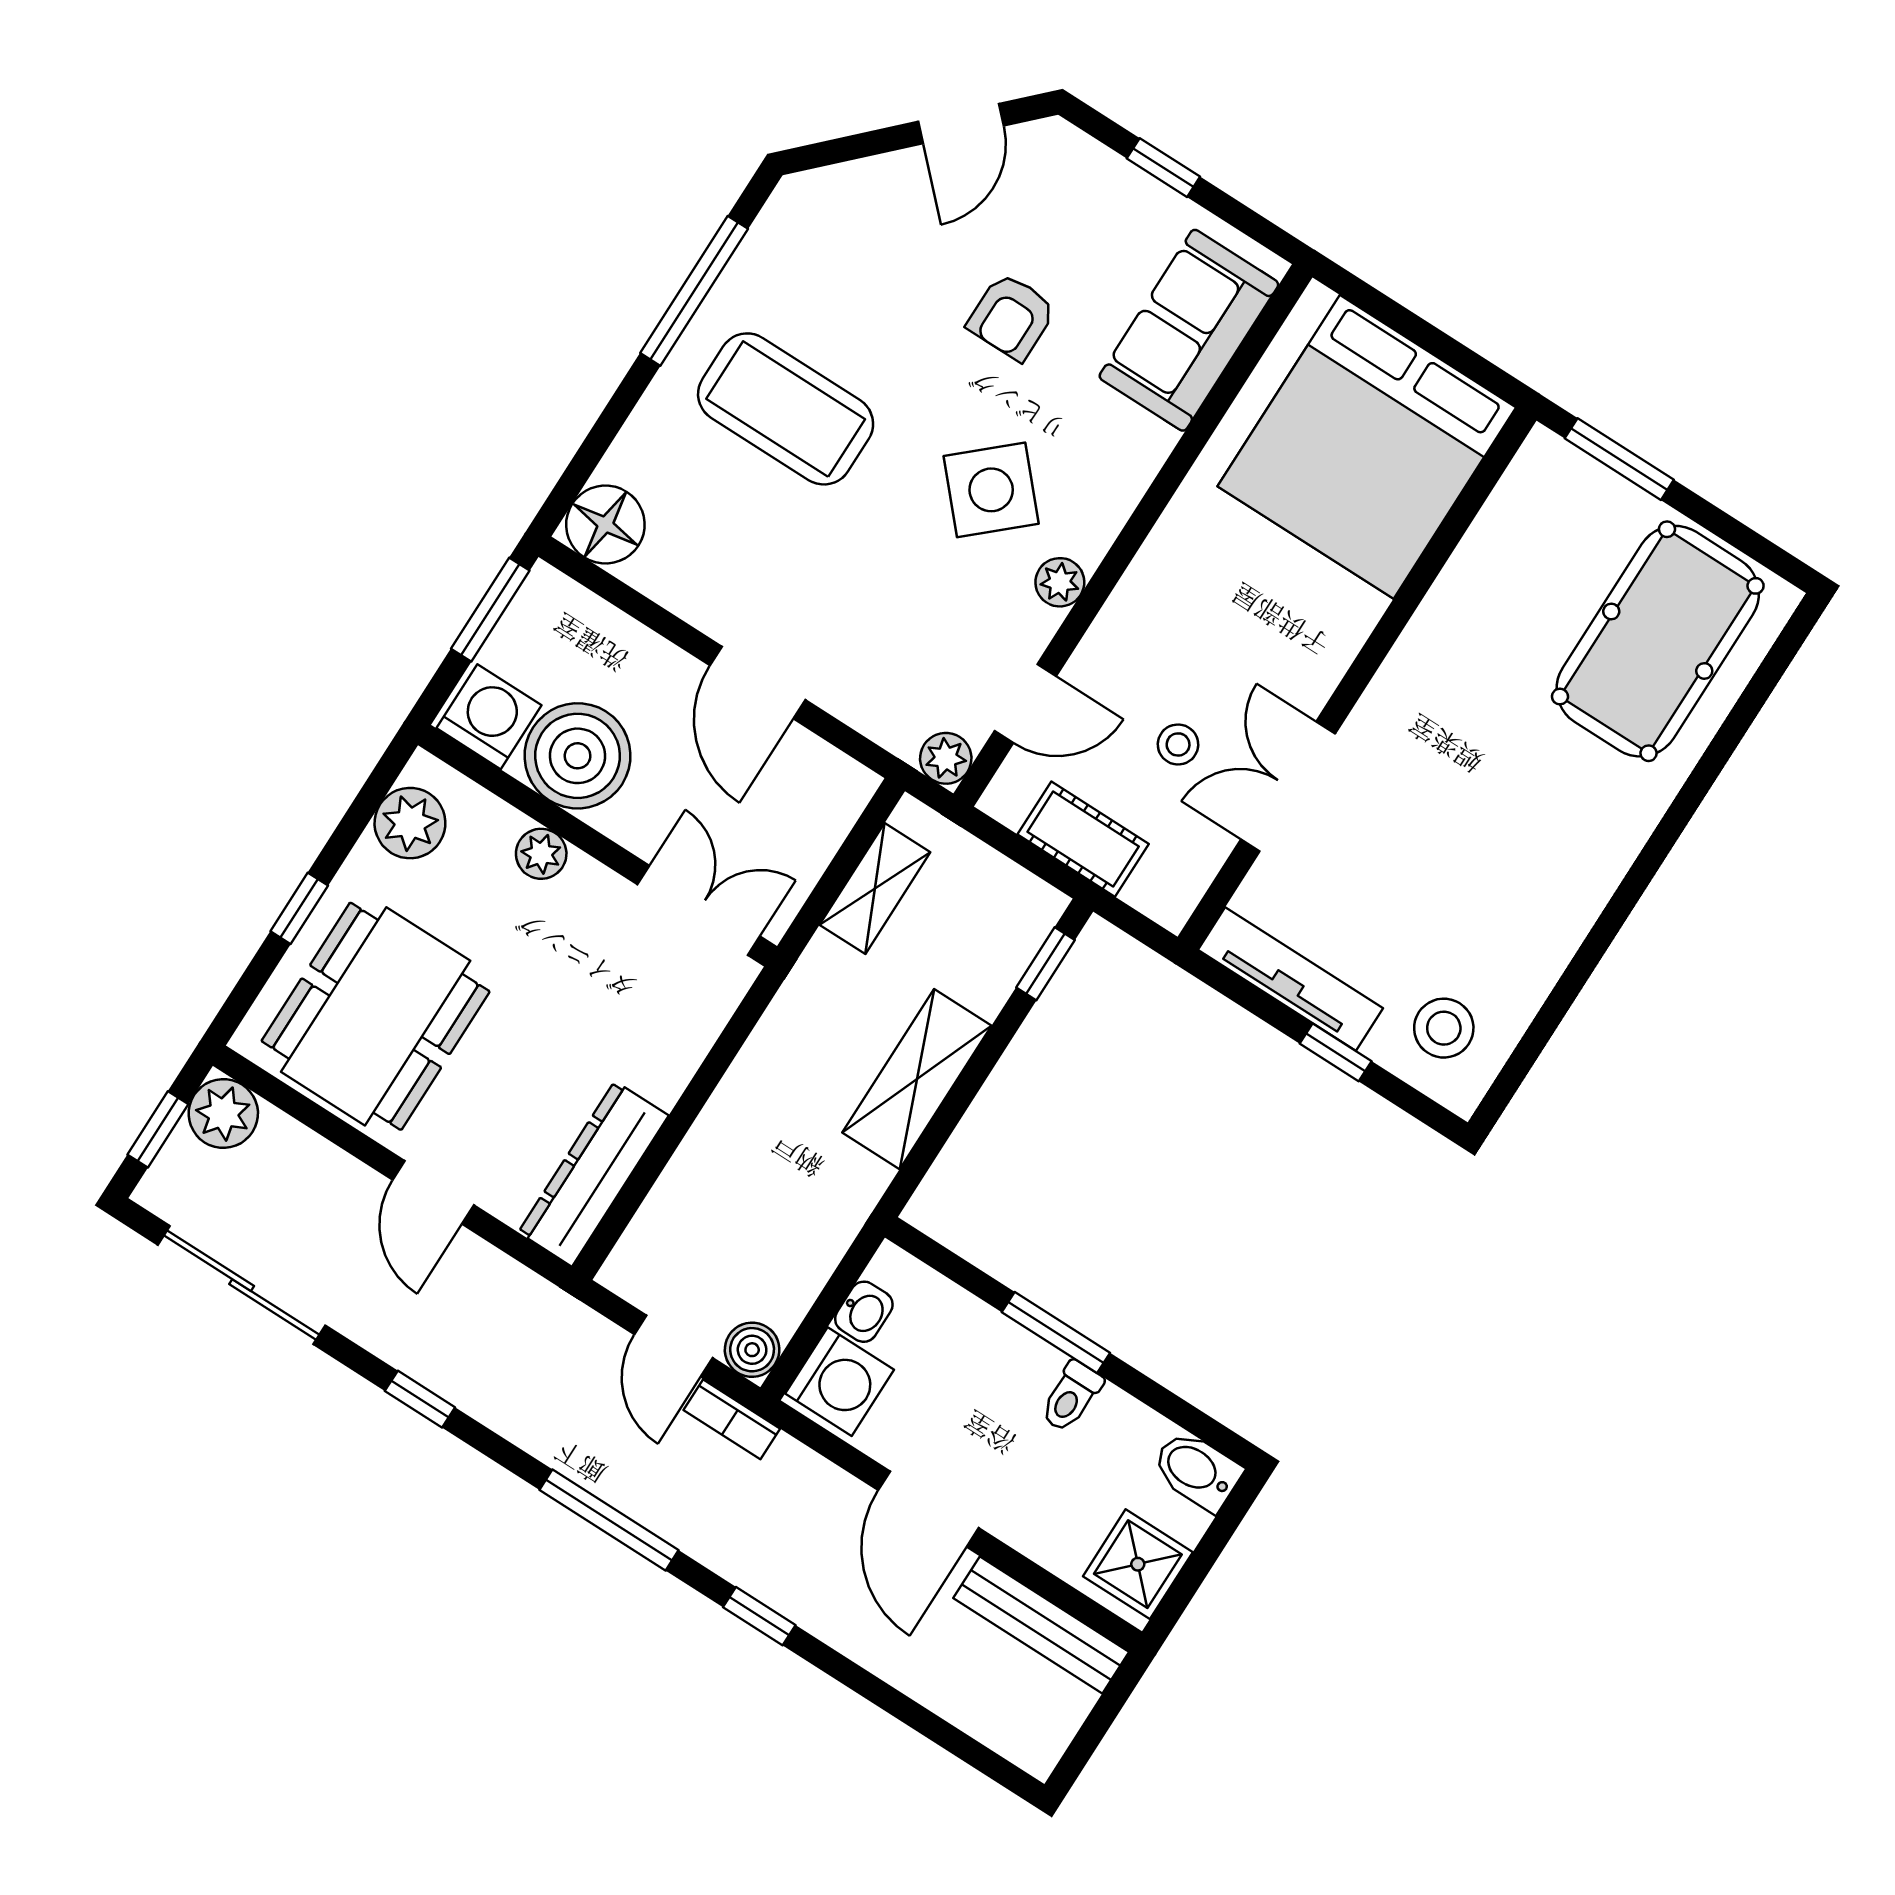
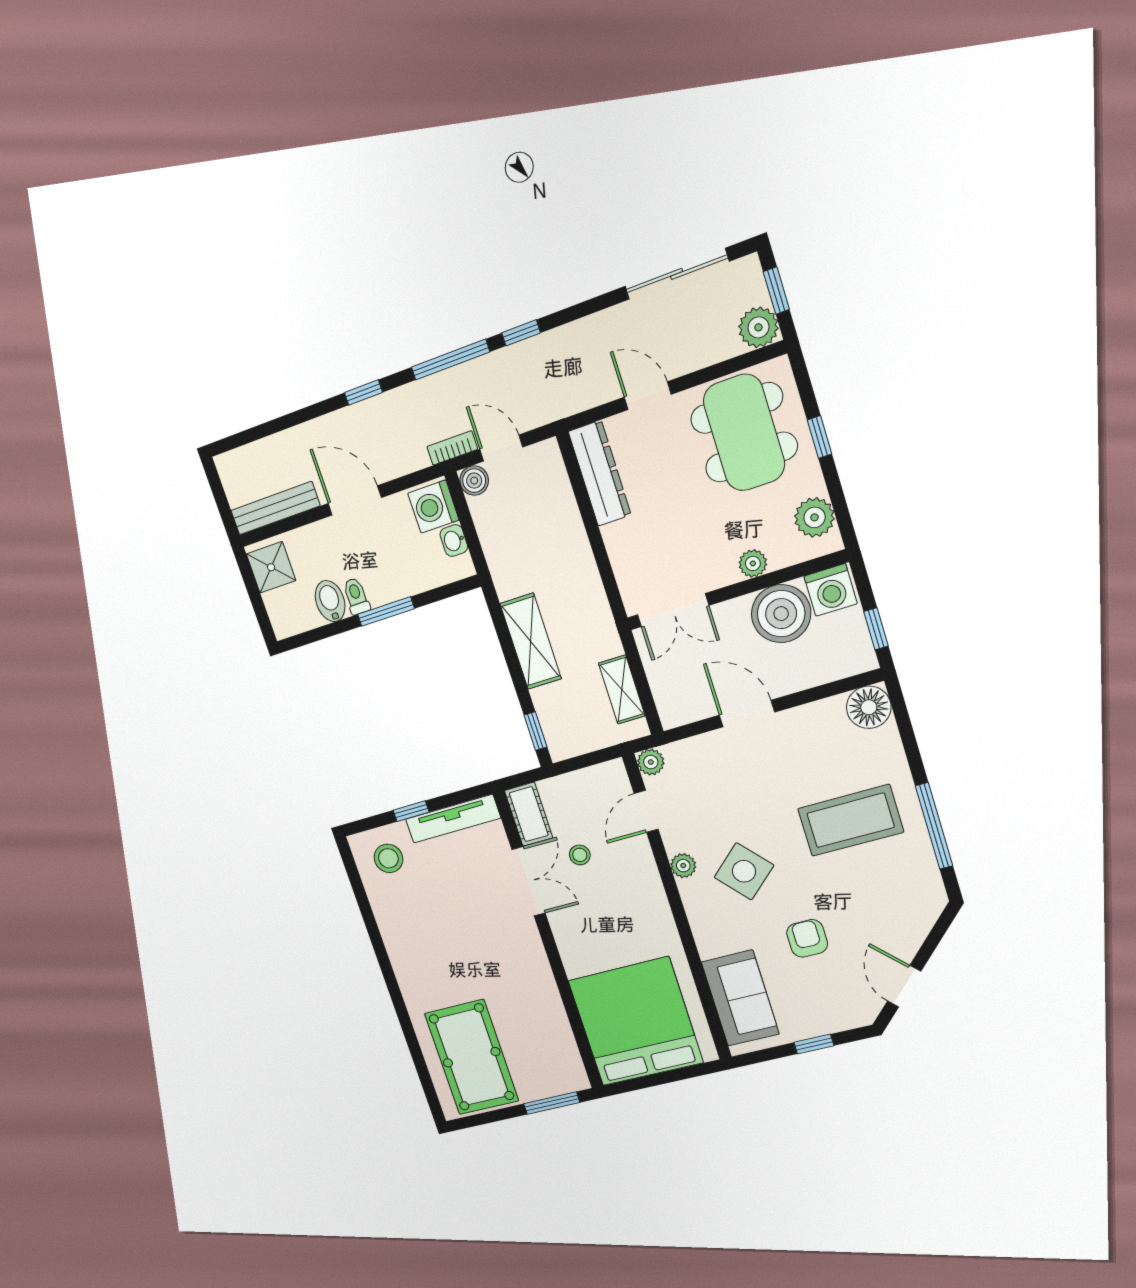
window: (490, 610) -> (876, 629), width x0.67
cot: (1083, 839) -> (529, 814), moved, turned 90
window: (420, 1399) -> (521, 333), moved
bidet: (1197, 1470) -> (330, 601), moved, turned -90

